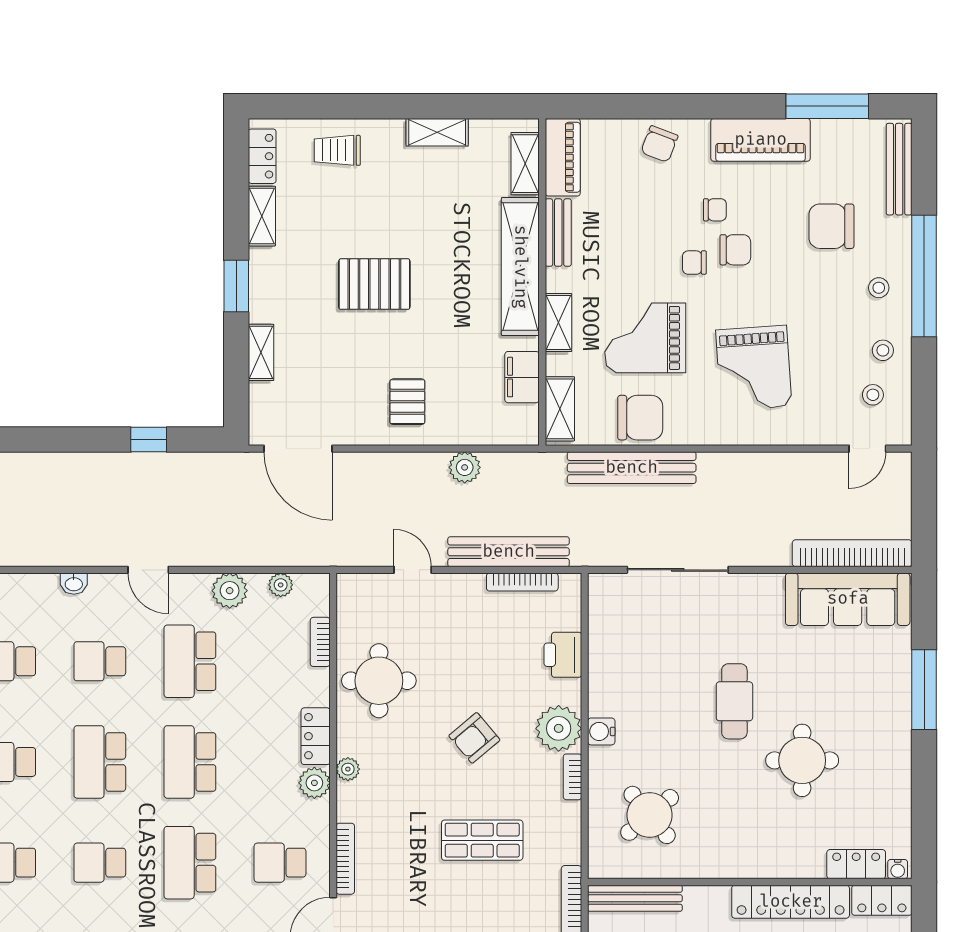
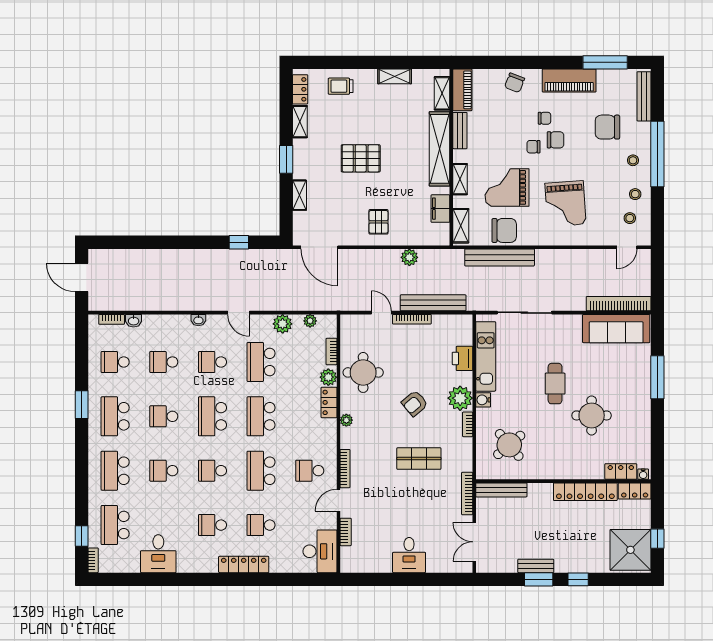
bookcase: (522, 582) -> (412, 319), moved
kitchen unit: (606, 651) -> (486, 356), added
plant: (314, 783) -> (328, 377), moved

